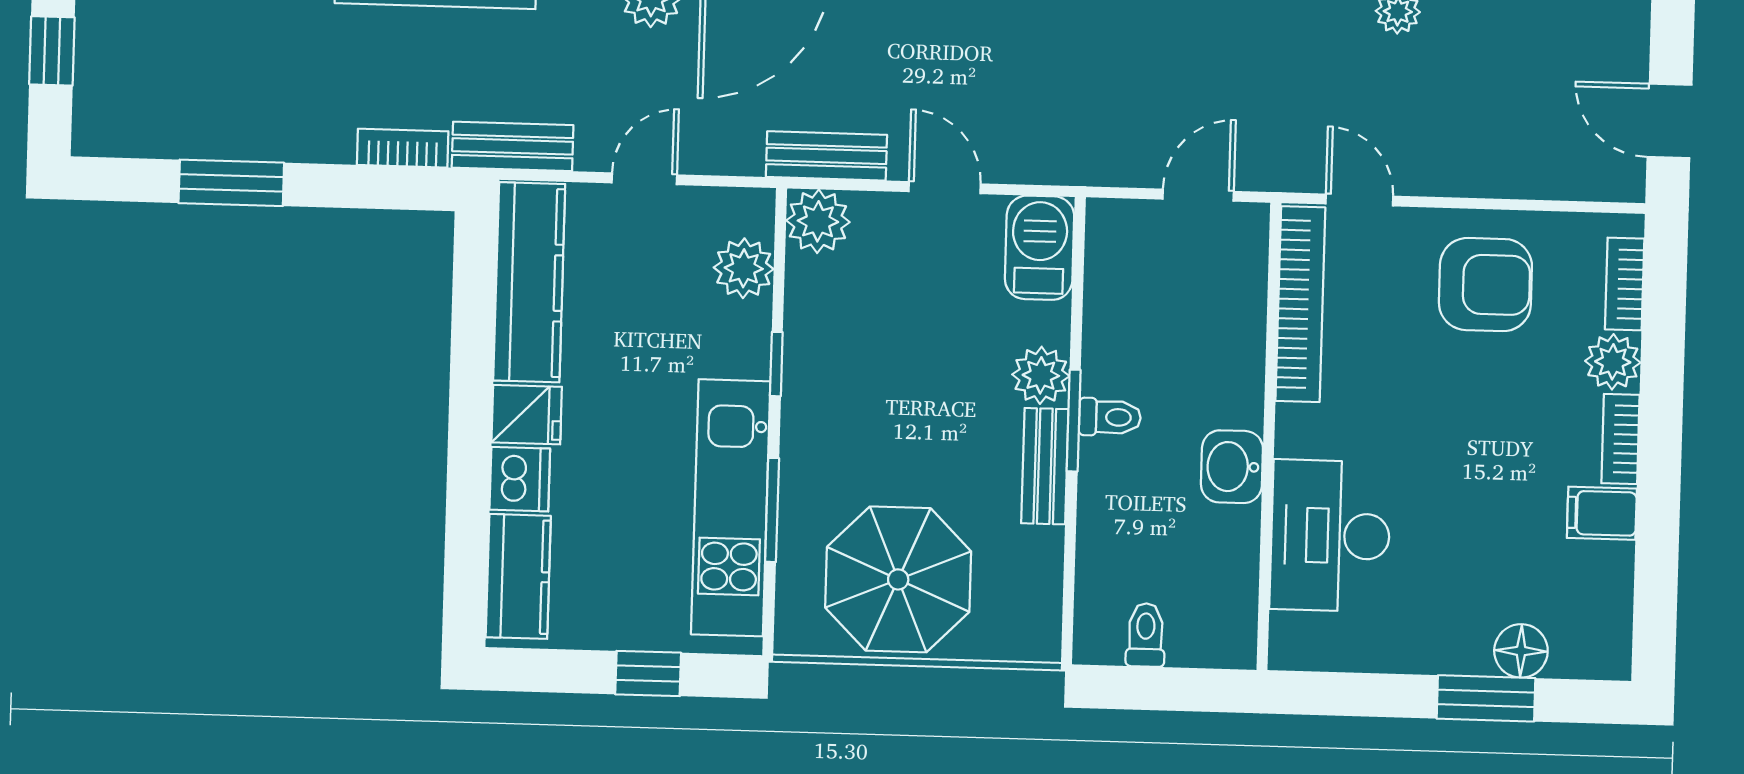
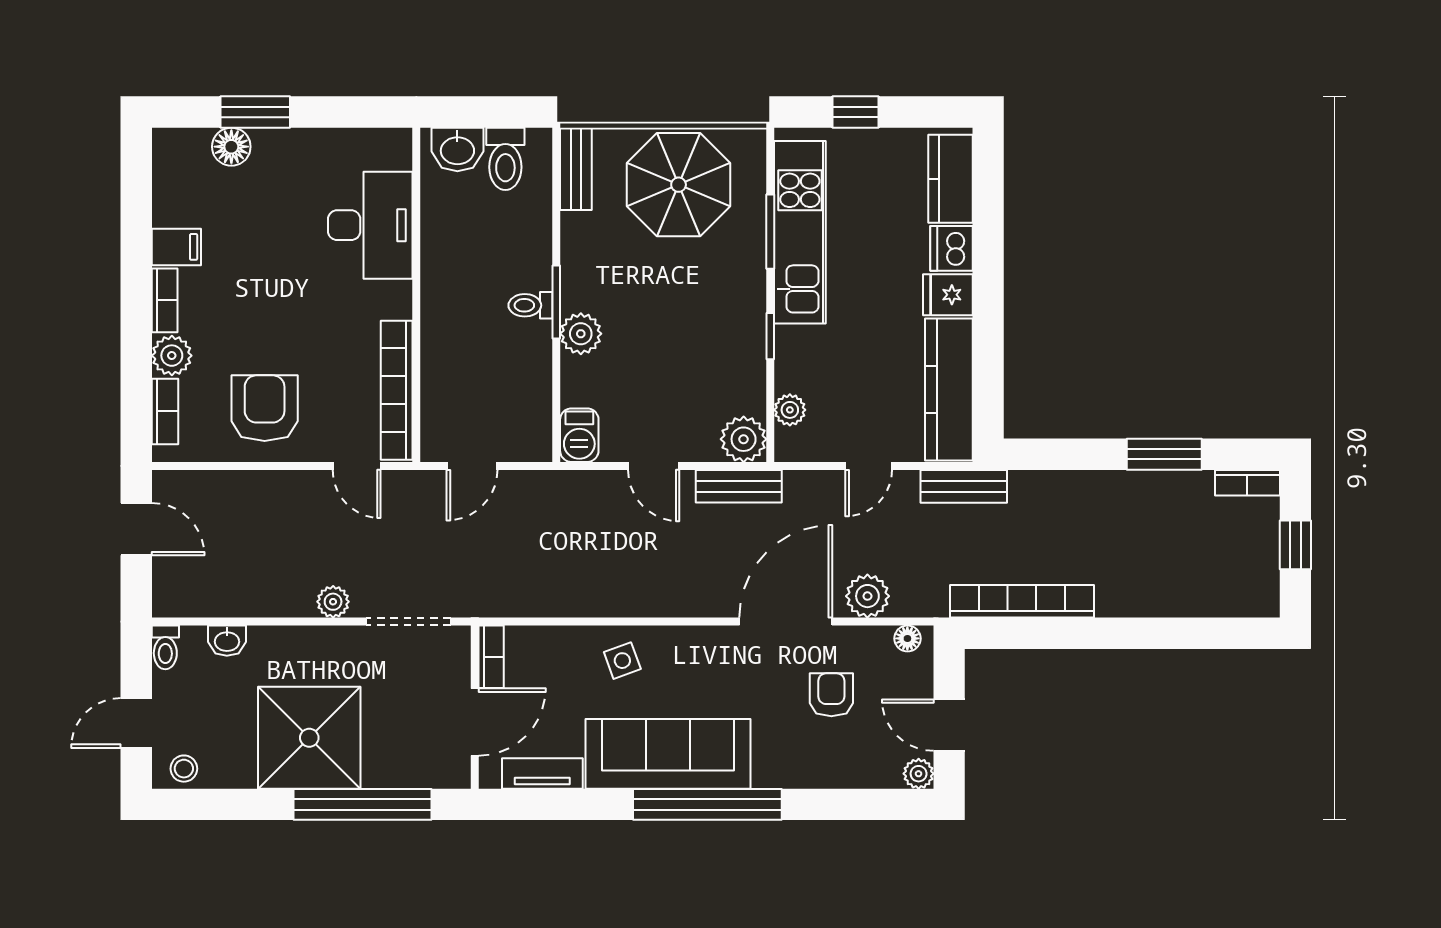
bookcase: (403, 148) -> (1247, 483), moved
barbecue: (1040, 248) -> (579, 435), width x0.73, depth x0.79
plant: (744, 268) -> (790, 410), width x0.73, depth x0.73
armchair: (1485, 285) -> (265, 408), turned 90
bench: (1045, 466) -> (576, 169), moved
washbasin: (1232, 467) -> (457, 149), moved, turned 90
toilet: (1146, 635) -> (505, 159), width x1.37, depth x1.39

